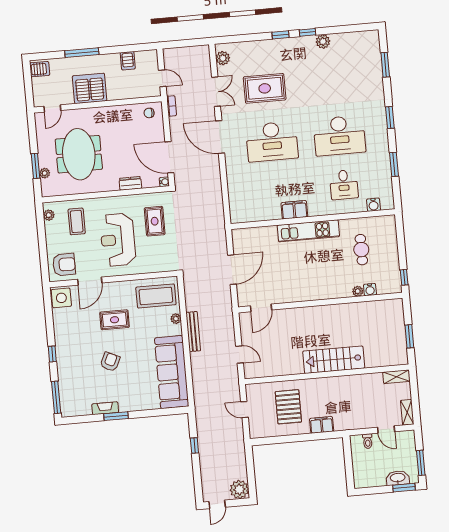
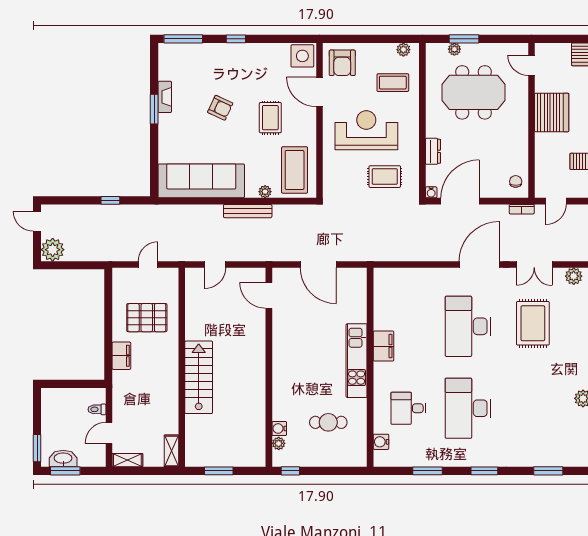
plant: (358, 291) -> (279, 443), moved
washbasin: (398, 478) -> (63, 459), moved, turned -90

